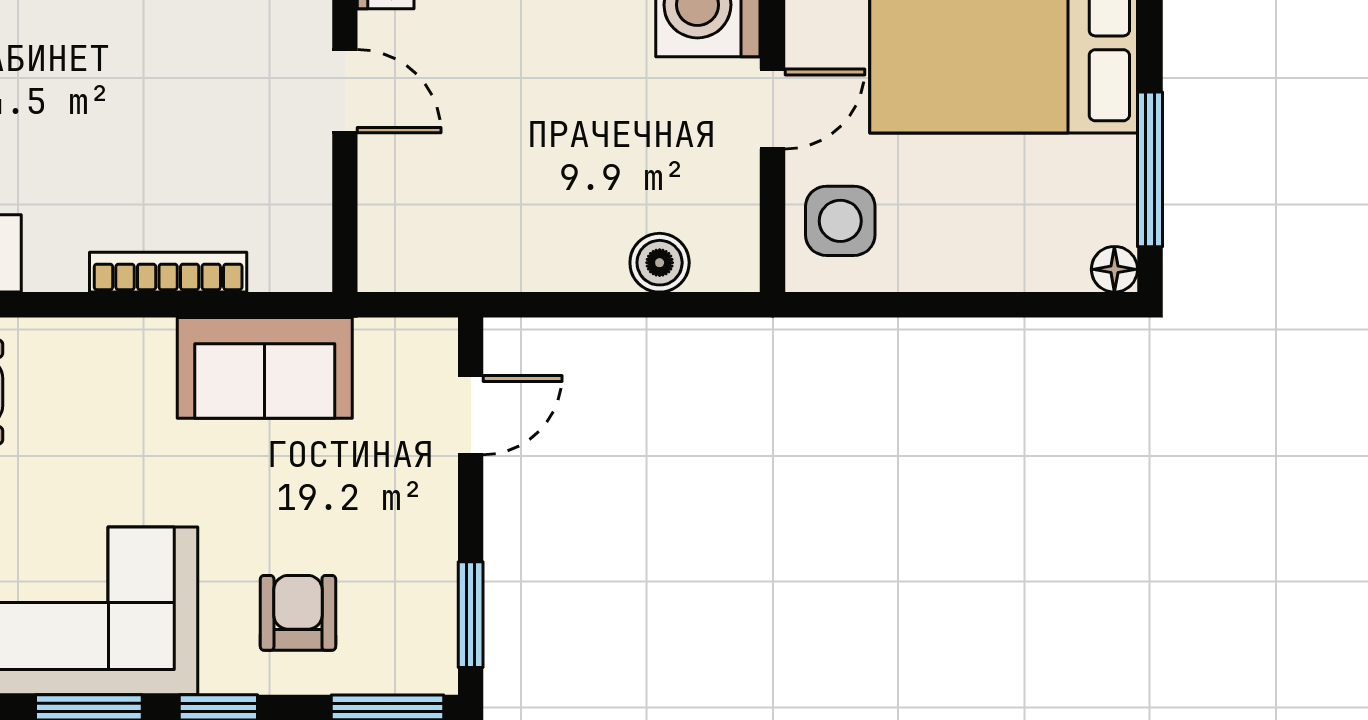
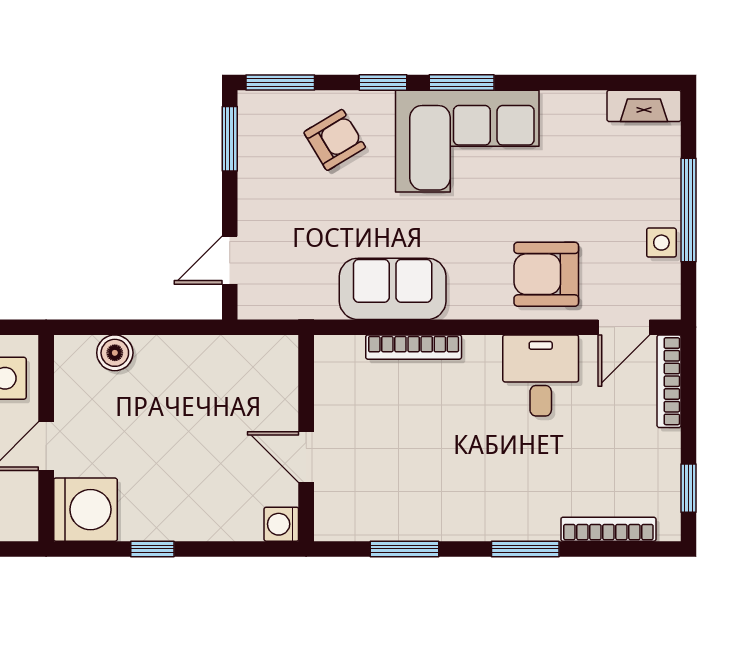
sofa: (265, 368) -> (393, 289), moved
armchair: (298, 613) -> (335, 140), turned -121

